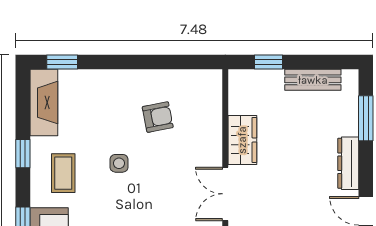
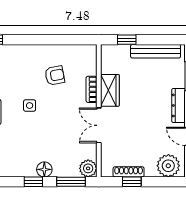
bench: (313, 80) -> (156, 51), width x1.36
bookcase: (214, 138) -> (92, 89), added

